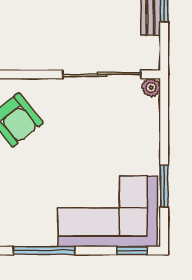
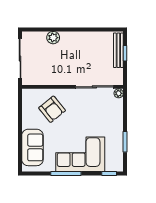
corner sofa: (108, 211) -> (80, 154), moved

